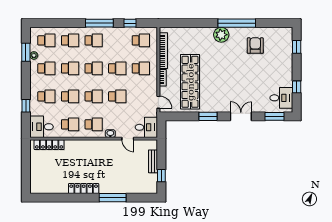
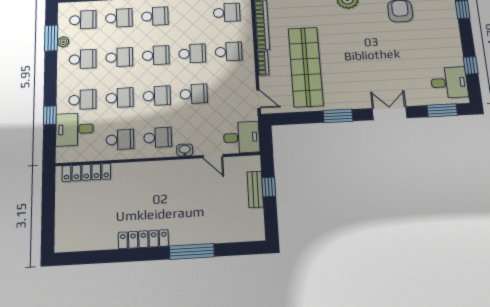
desk: (42, 127) -> (74, 129), moved
window: (161, 176) -> (269, 187), moved

